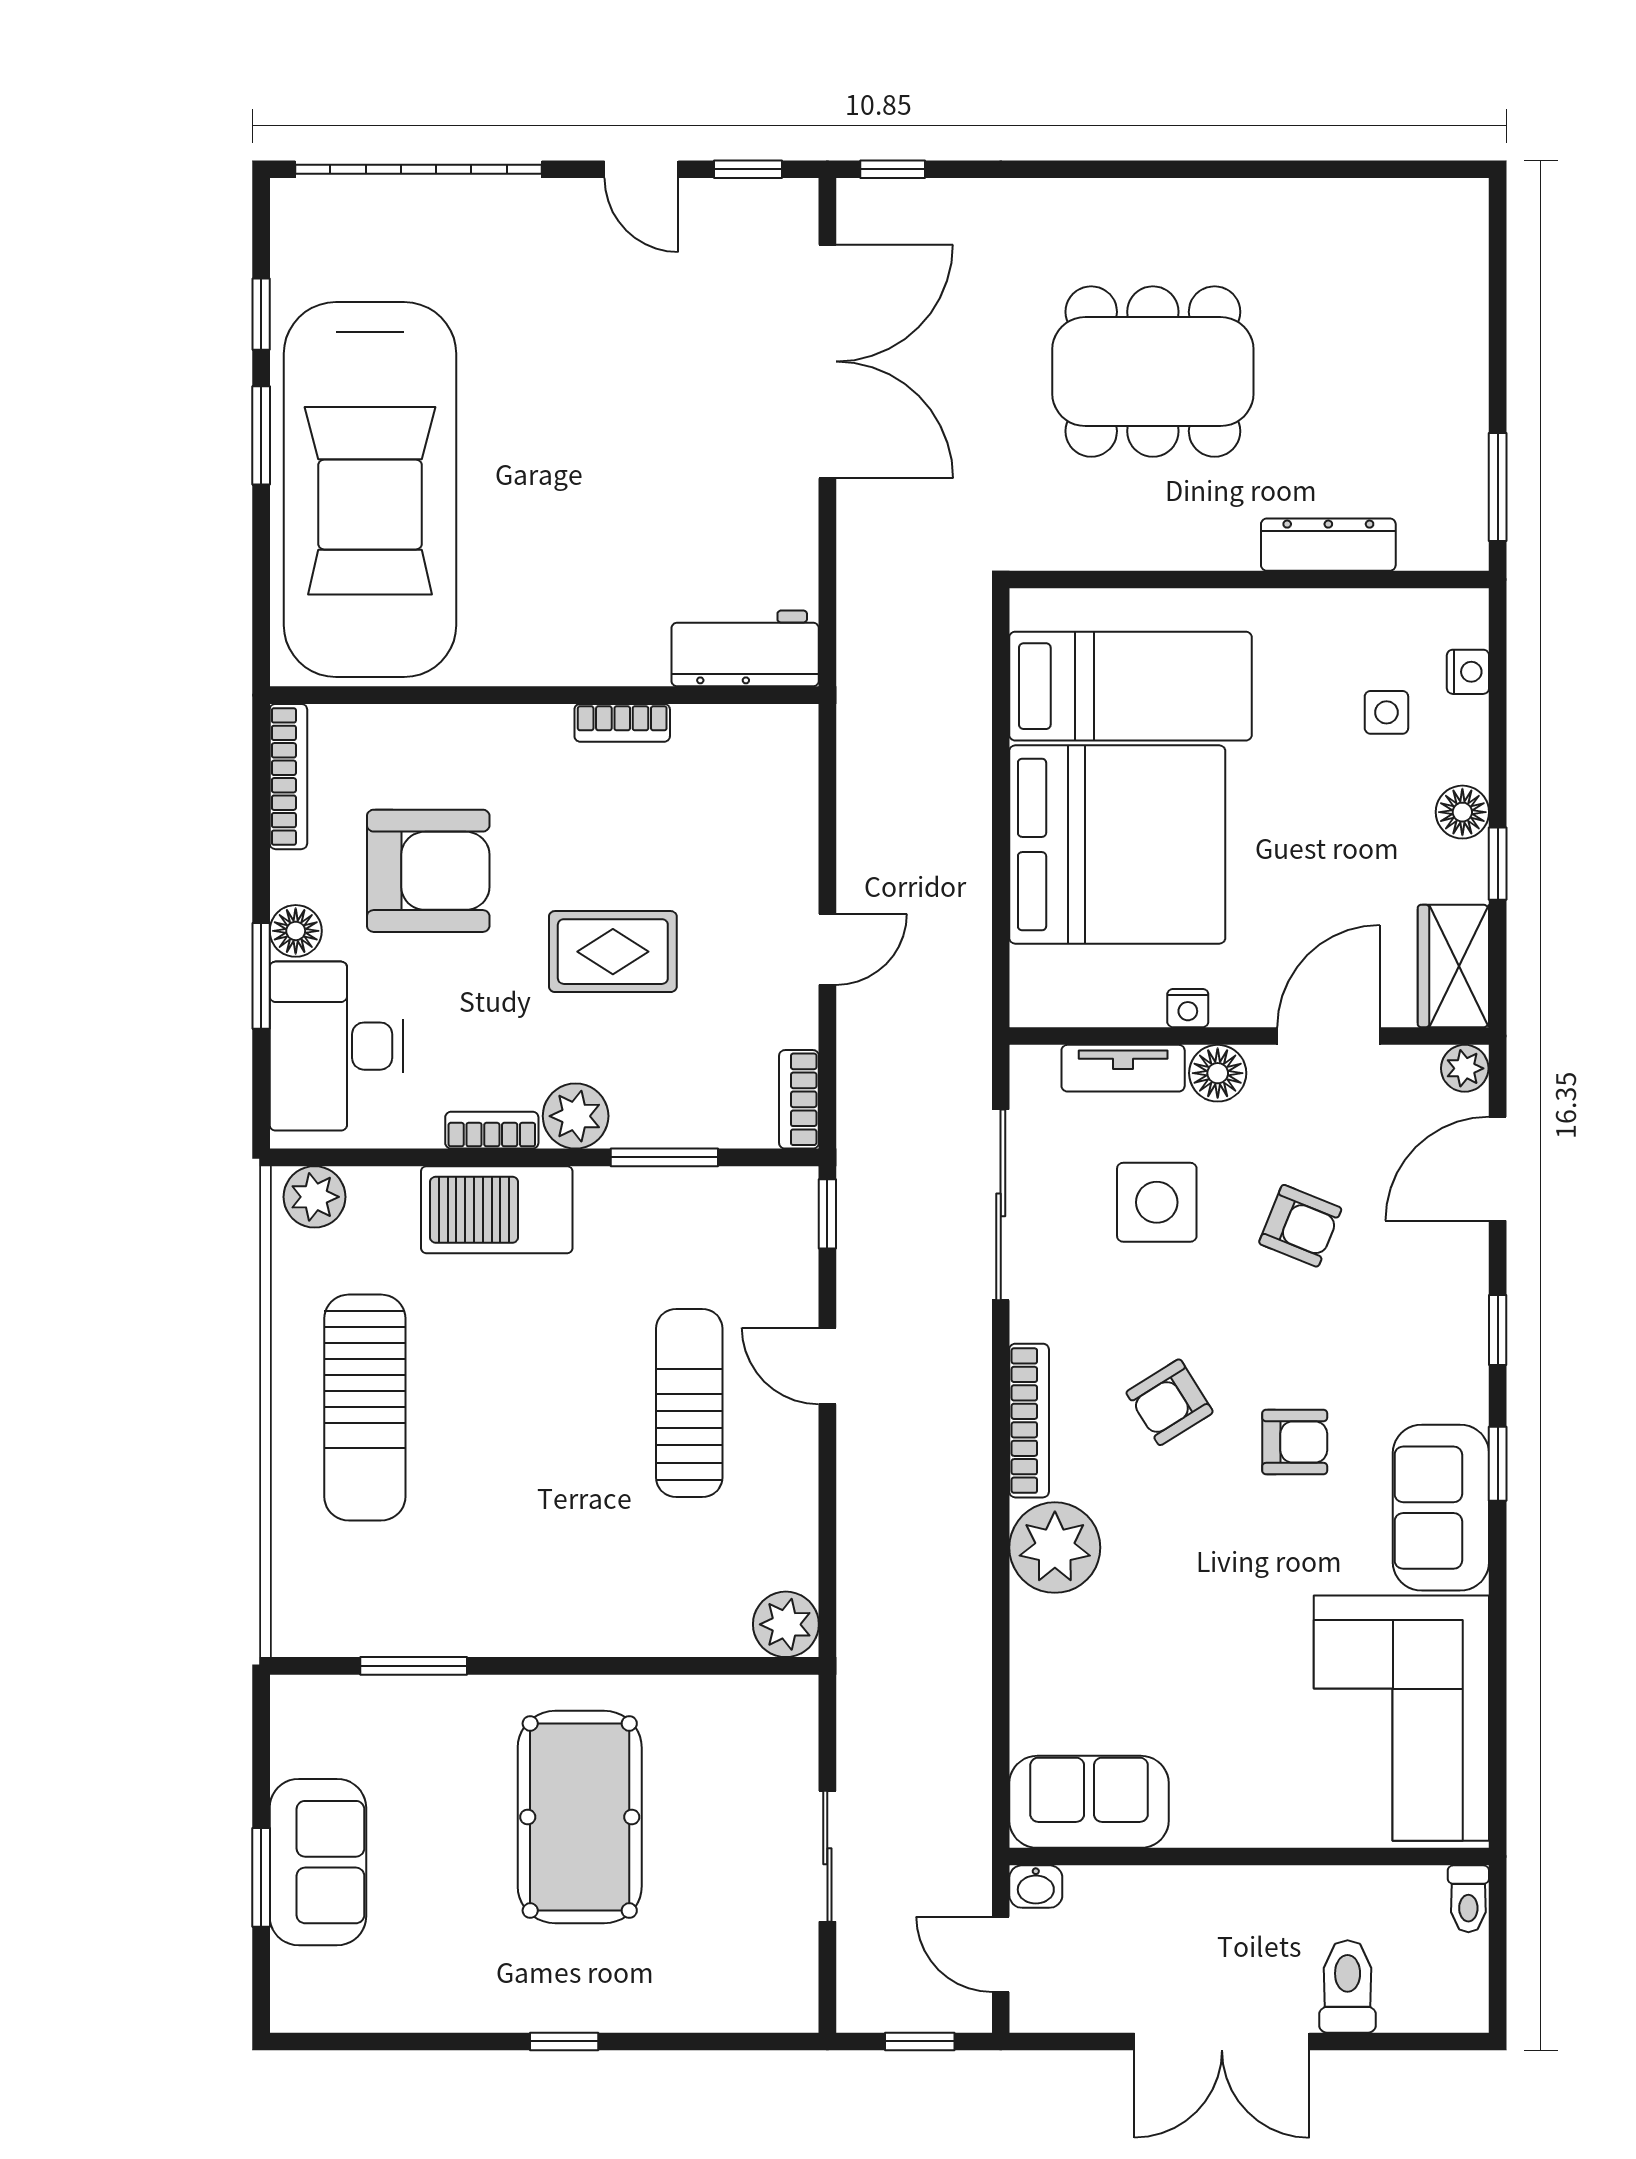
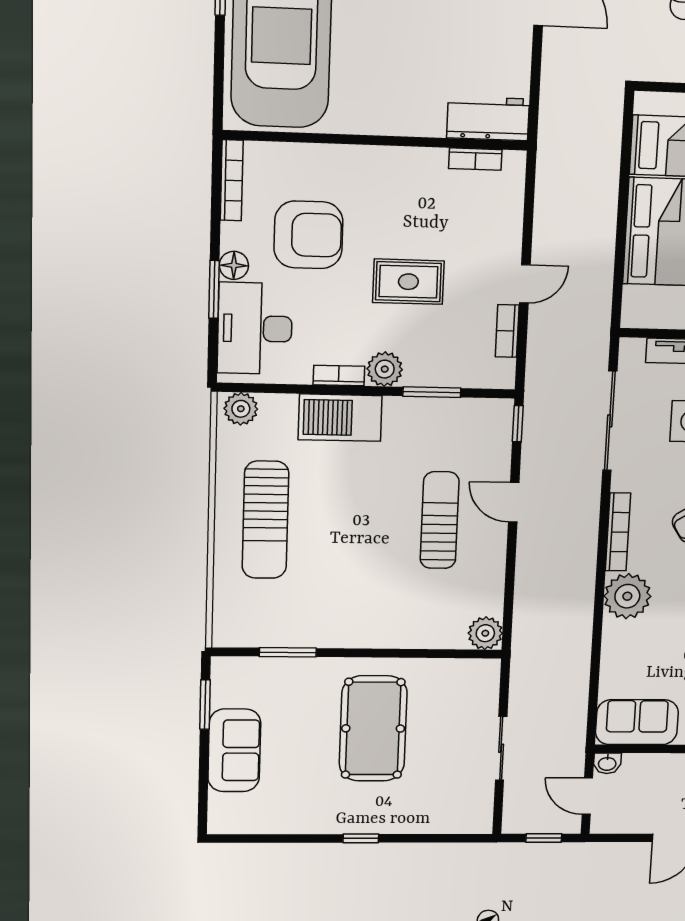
bookcase: (622, 723) -> (475, 159), moved
bookcase: (799, 1099) -> (507, 331), moved
window: (261, 1877) -> (205, 705), moved

